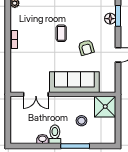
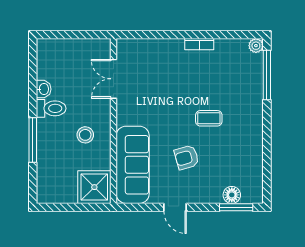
sofa: (74, 82) -> (133, 165), moved
stool: (81, 121) -> (85, 135), moved

